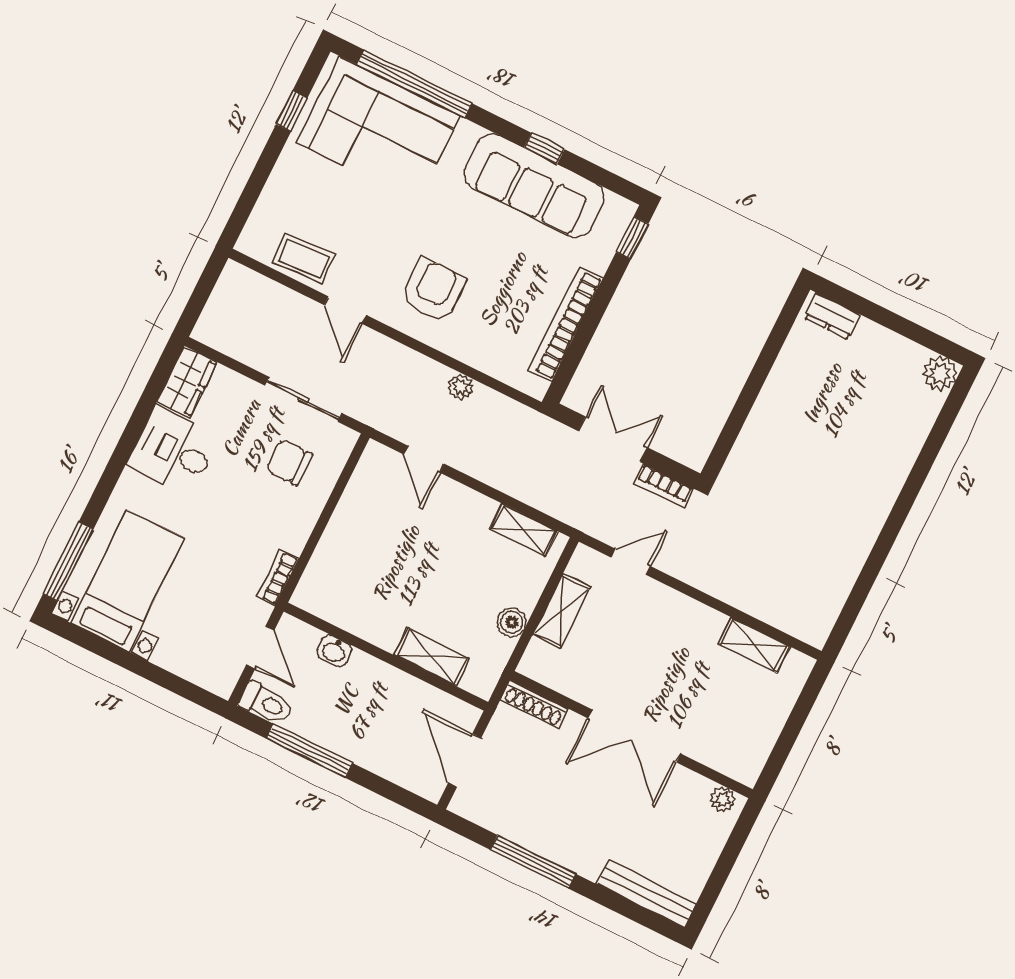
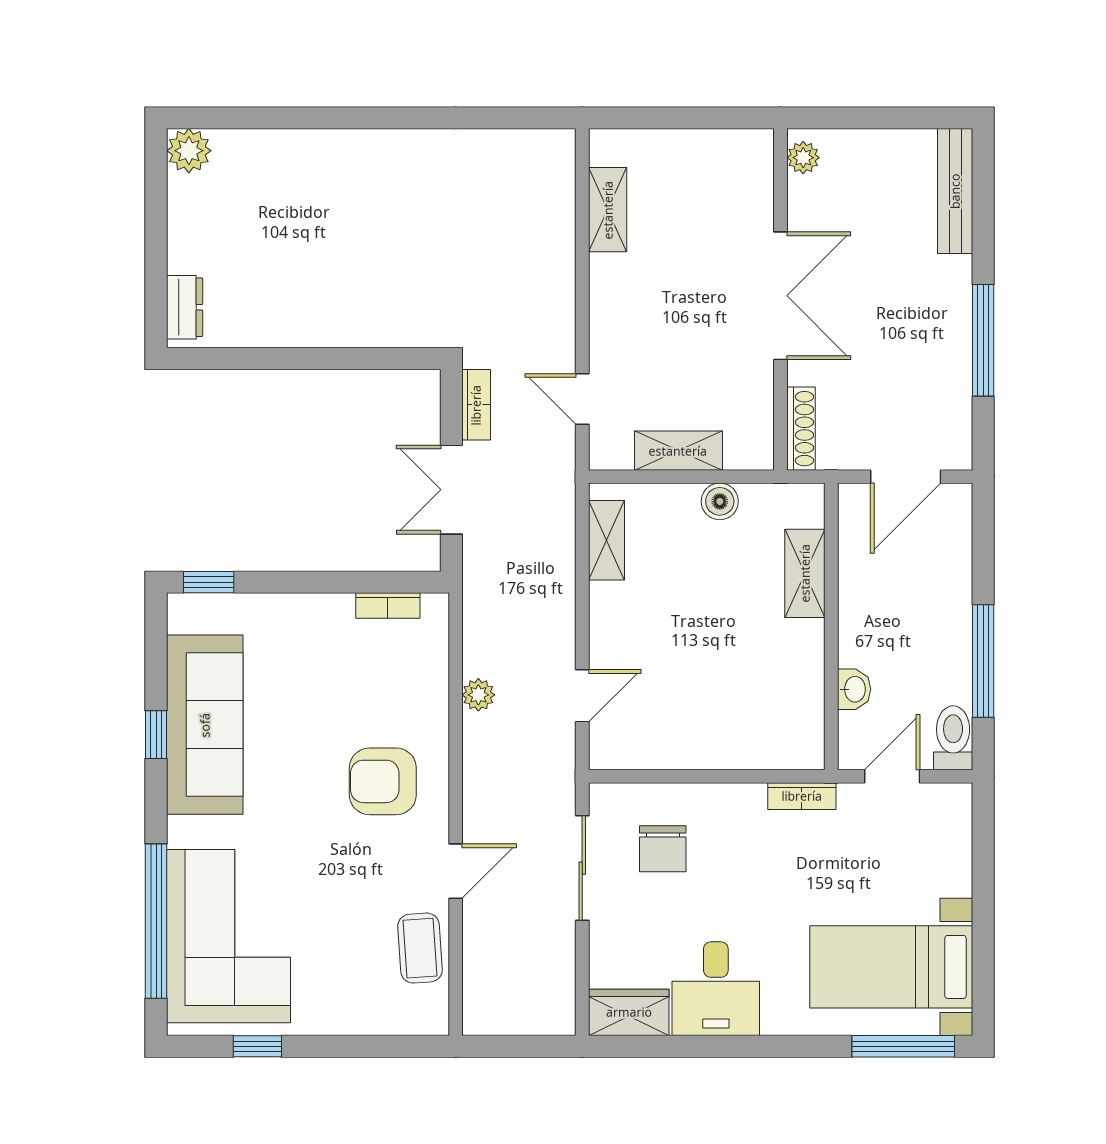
bookcase: (566, 324) -> (388, 605), width x0.43, depth x0.76

